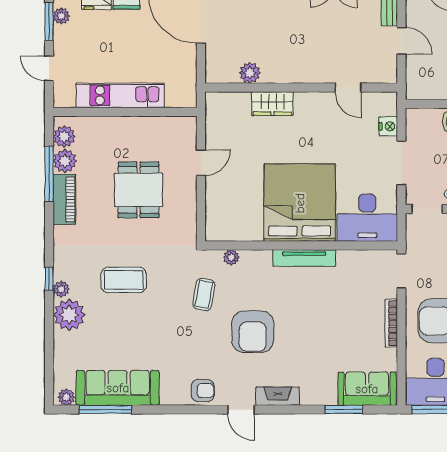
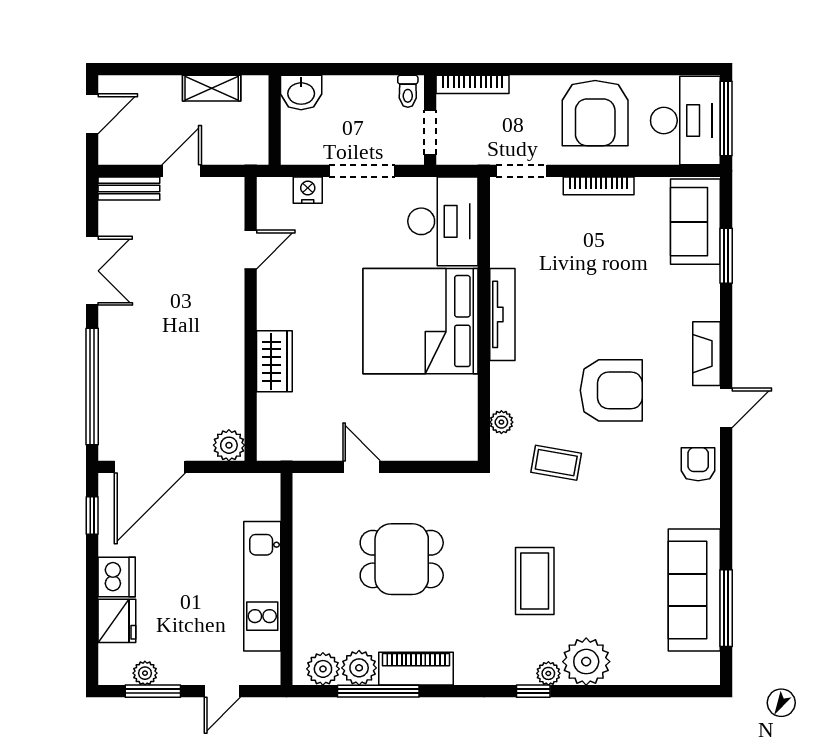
plant: (250, 73) -> (229, 445), moved
plant: (66, 397) -> (708, 666), removed

